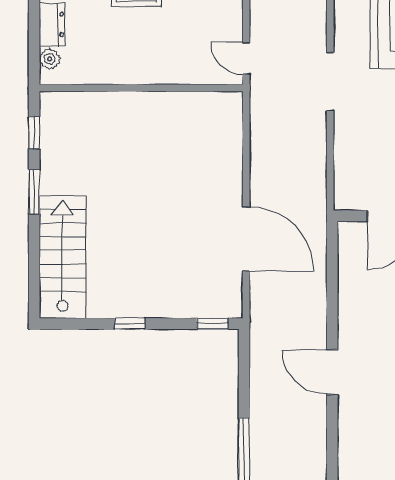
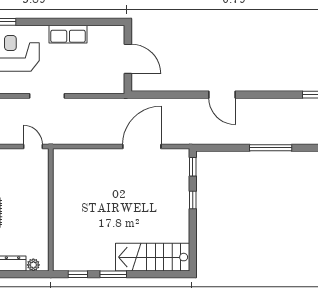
door: (246, 58) -> (33, 146), swing flipped
window: (130, 324) -> (193, 200), moved
door: (332, 372) -> (222, 95), hinge flipped

